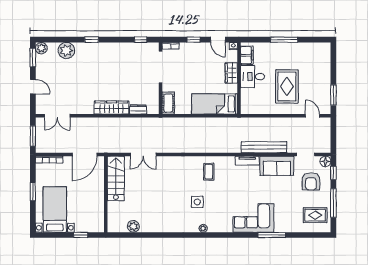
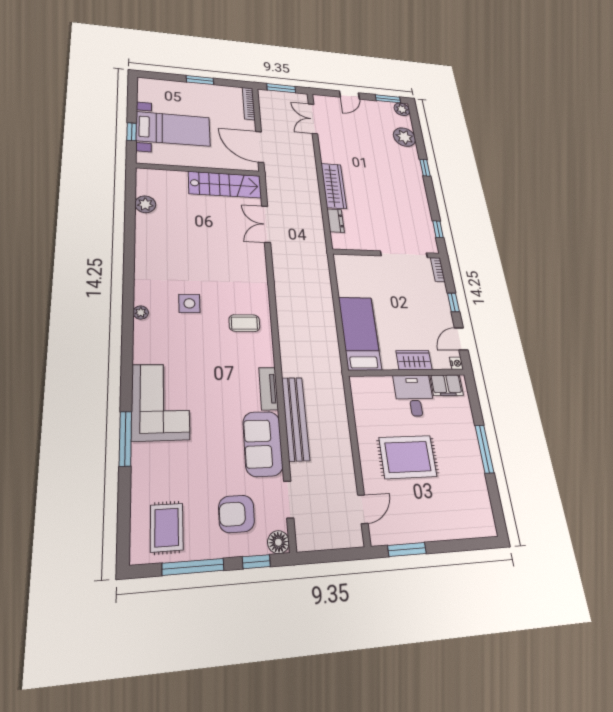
cot: (168, 103) -> (351, 263), removed
bed with nightstands: (55, 209) -> (173, 129), moved

